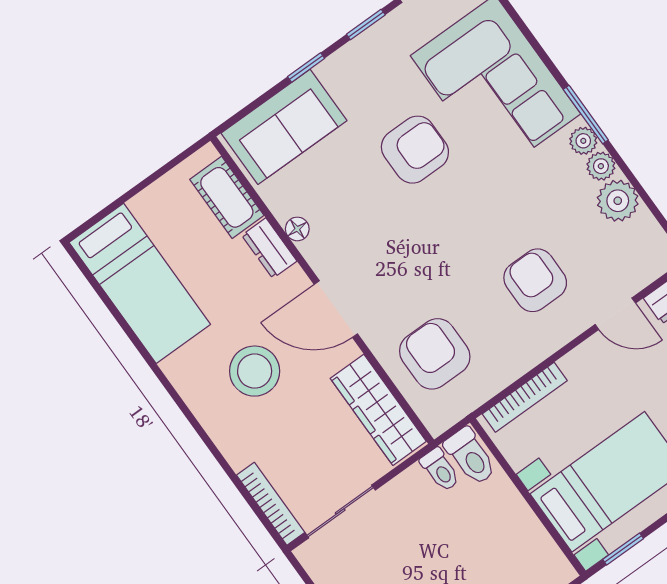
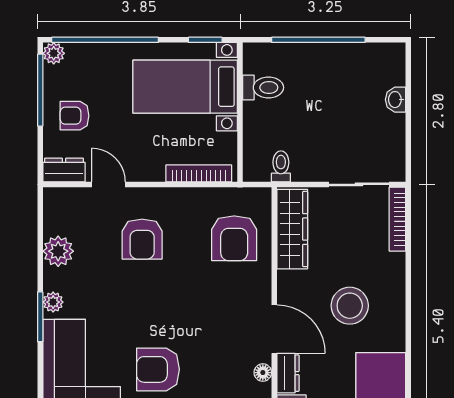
plant: (601, 166) -> (53, 279), removed
door: (336, 309) -> (274, 329), moved
toilet: (471, 456) -> (263, 87), moved, turned 90

